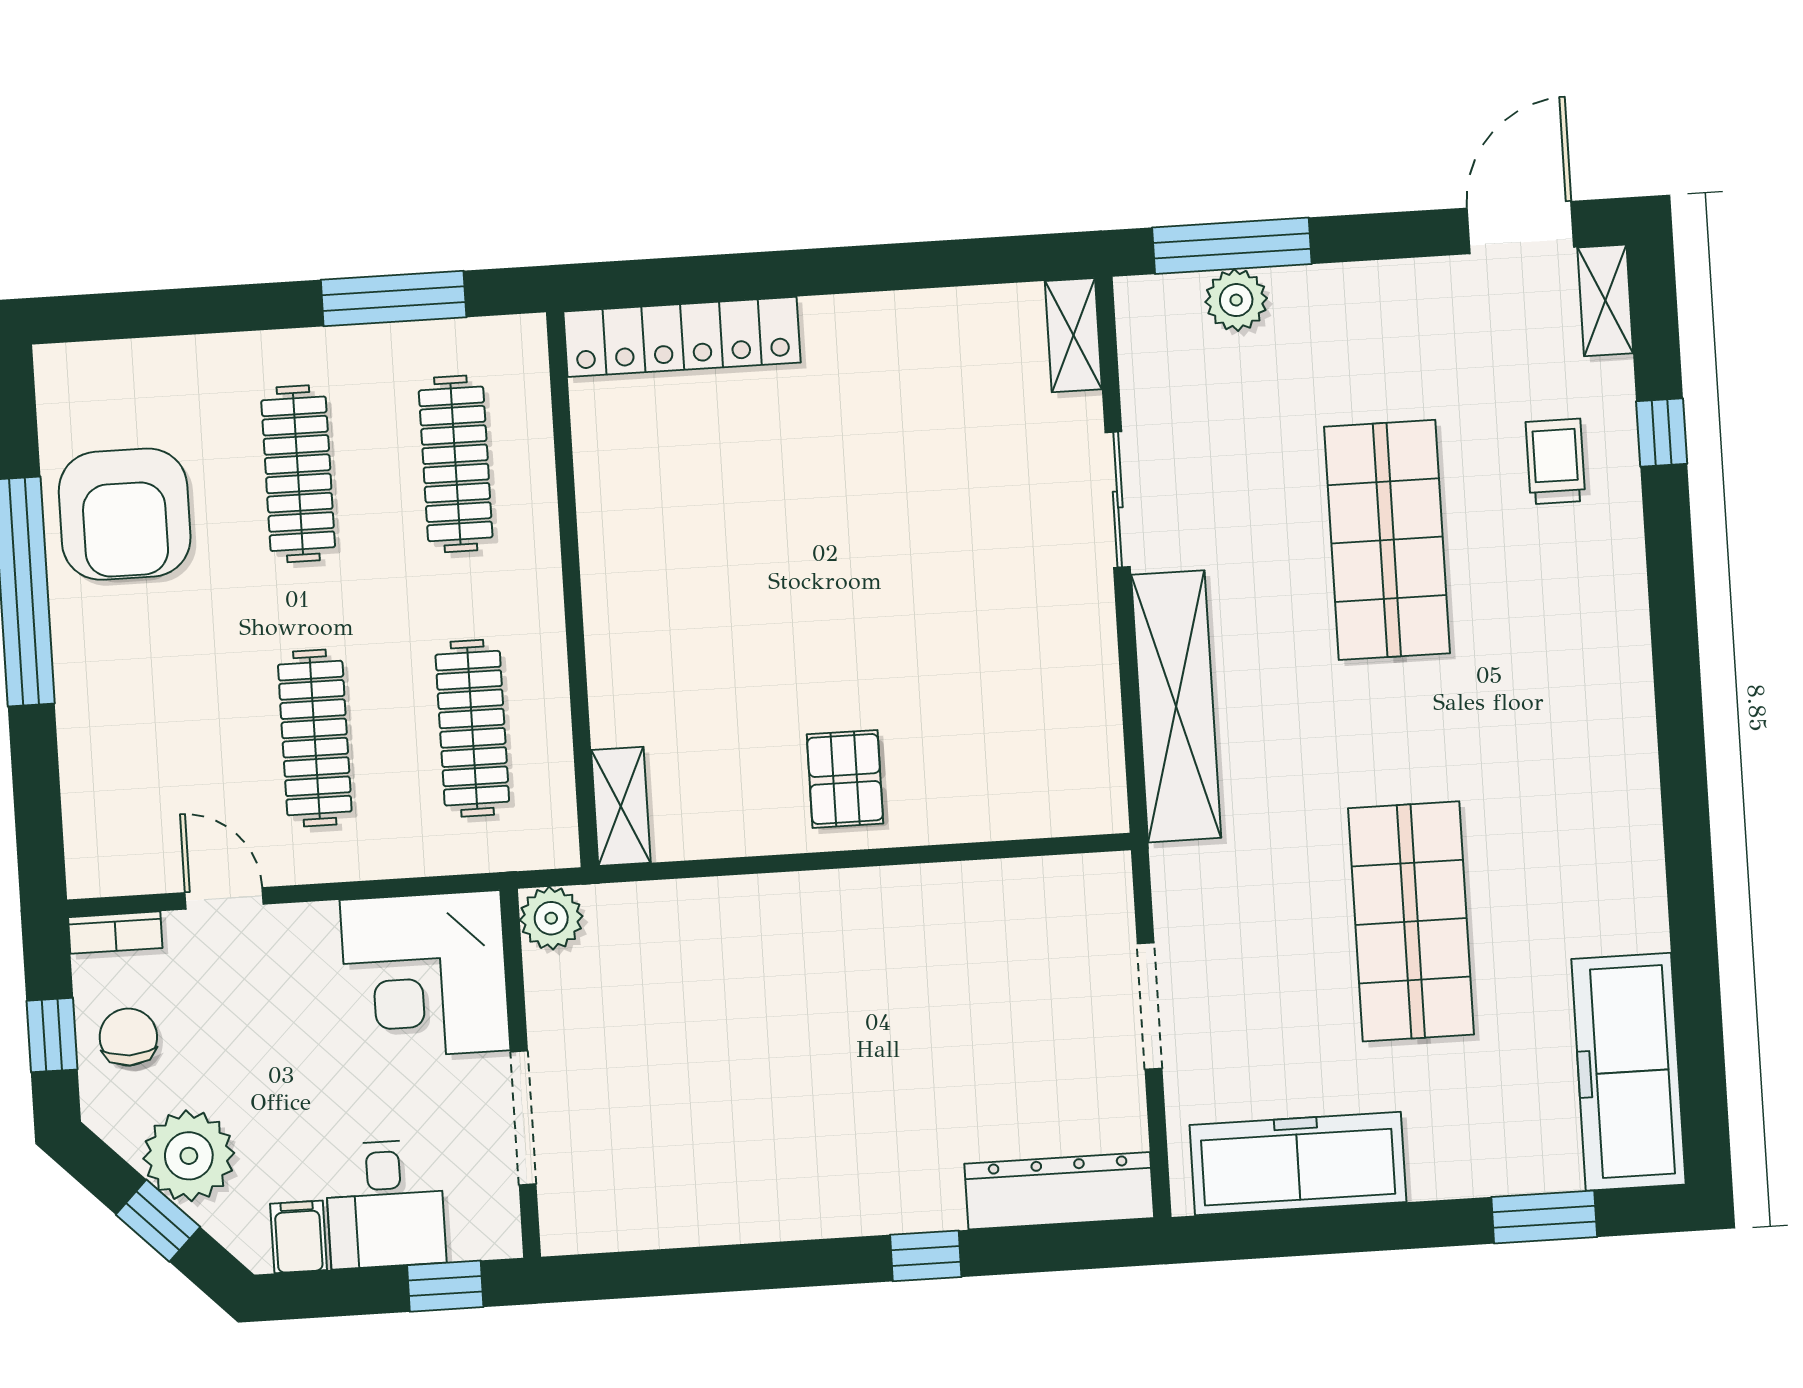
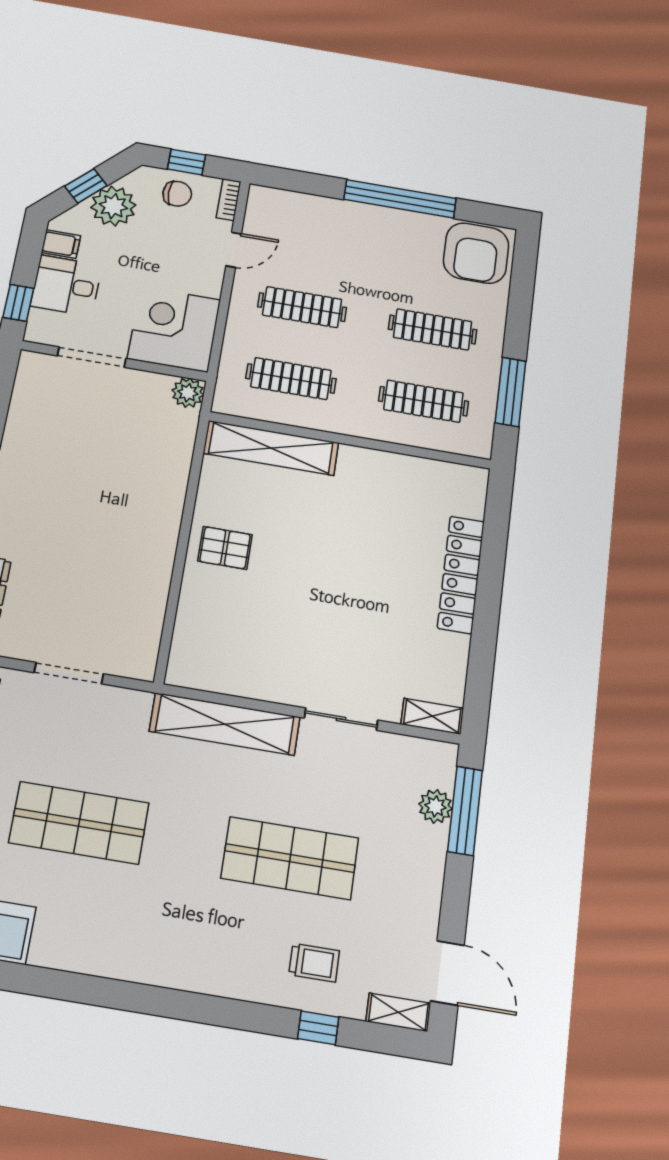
locker: (682, 337) -> (461, 575), moved
armchair: (125, 514) -> (476, 253), moved, turned -90
shelving: (621, 806) -> (271, 448), width x2.20, depth x1.33

